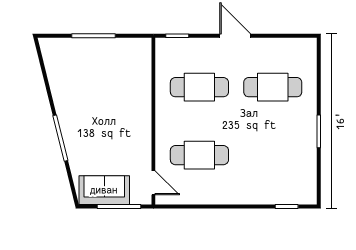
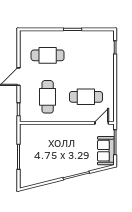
cafe table: (273, 87) -> (48, 55), turned 90
cafe table: (199, 155) -> (86, 97), turned 90

